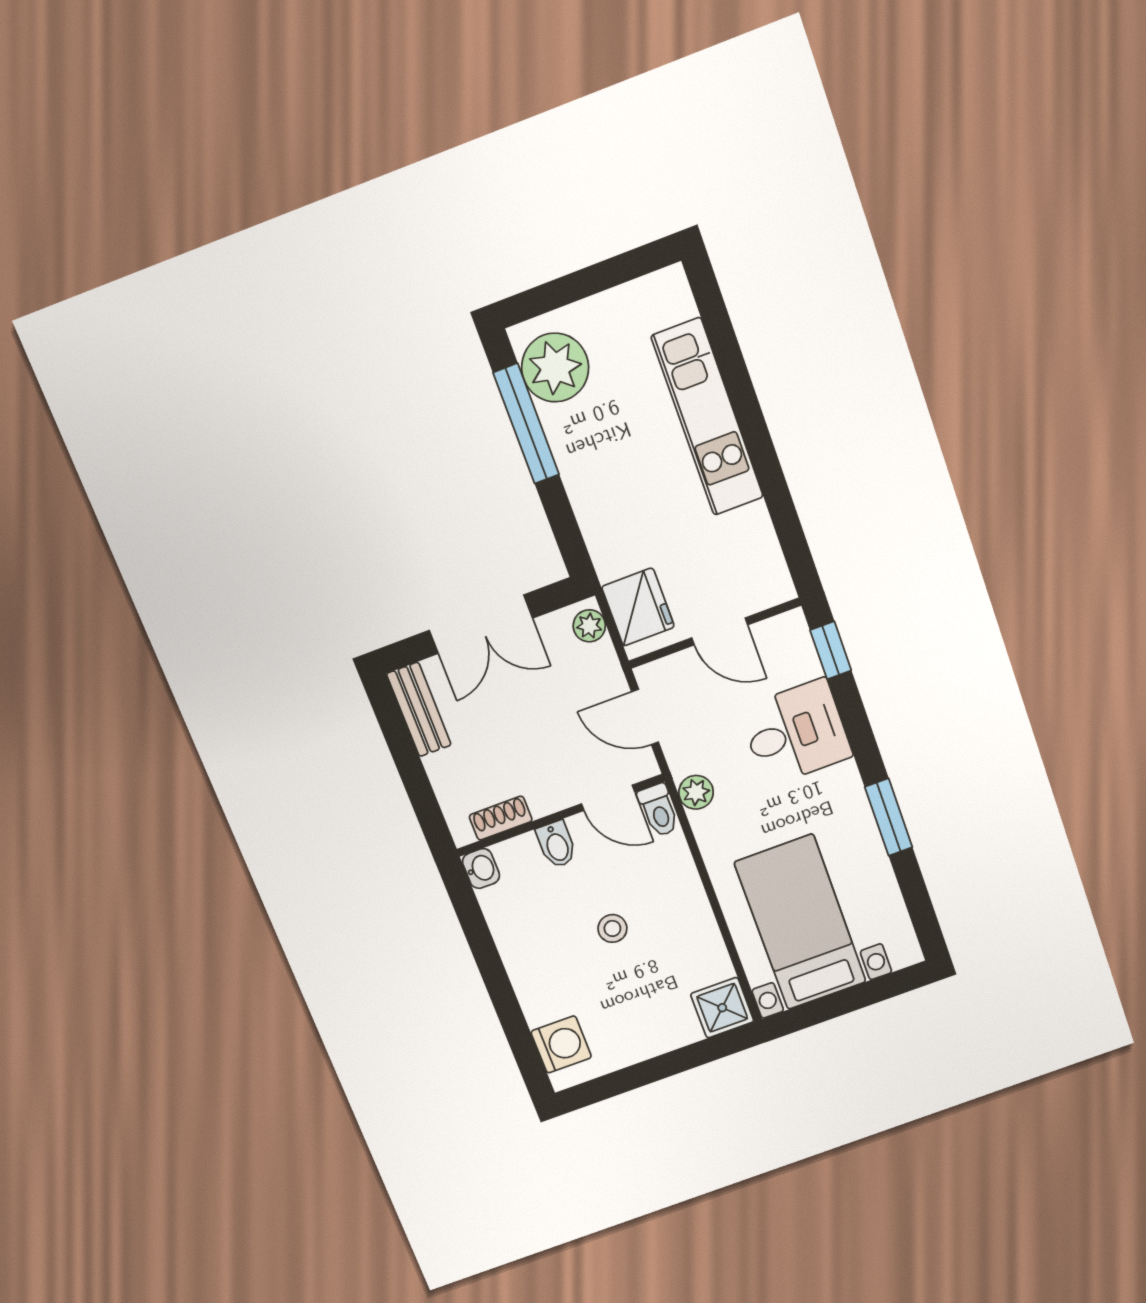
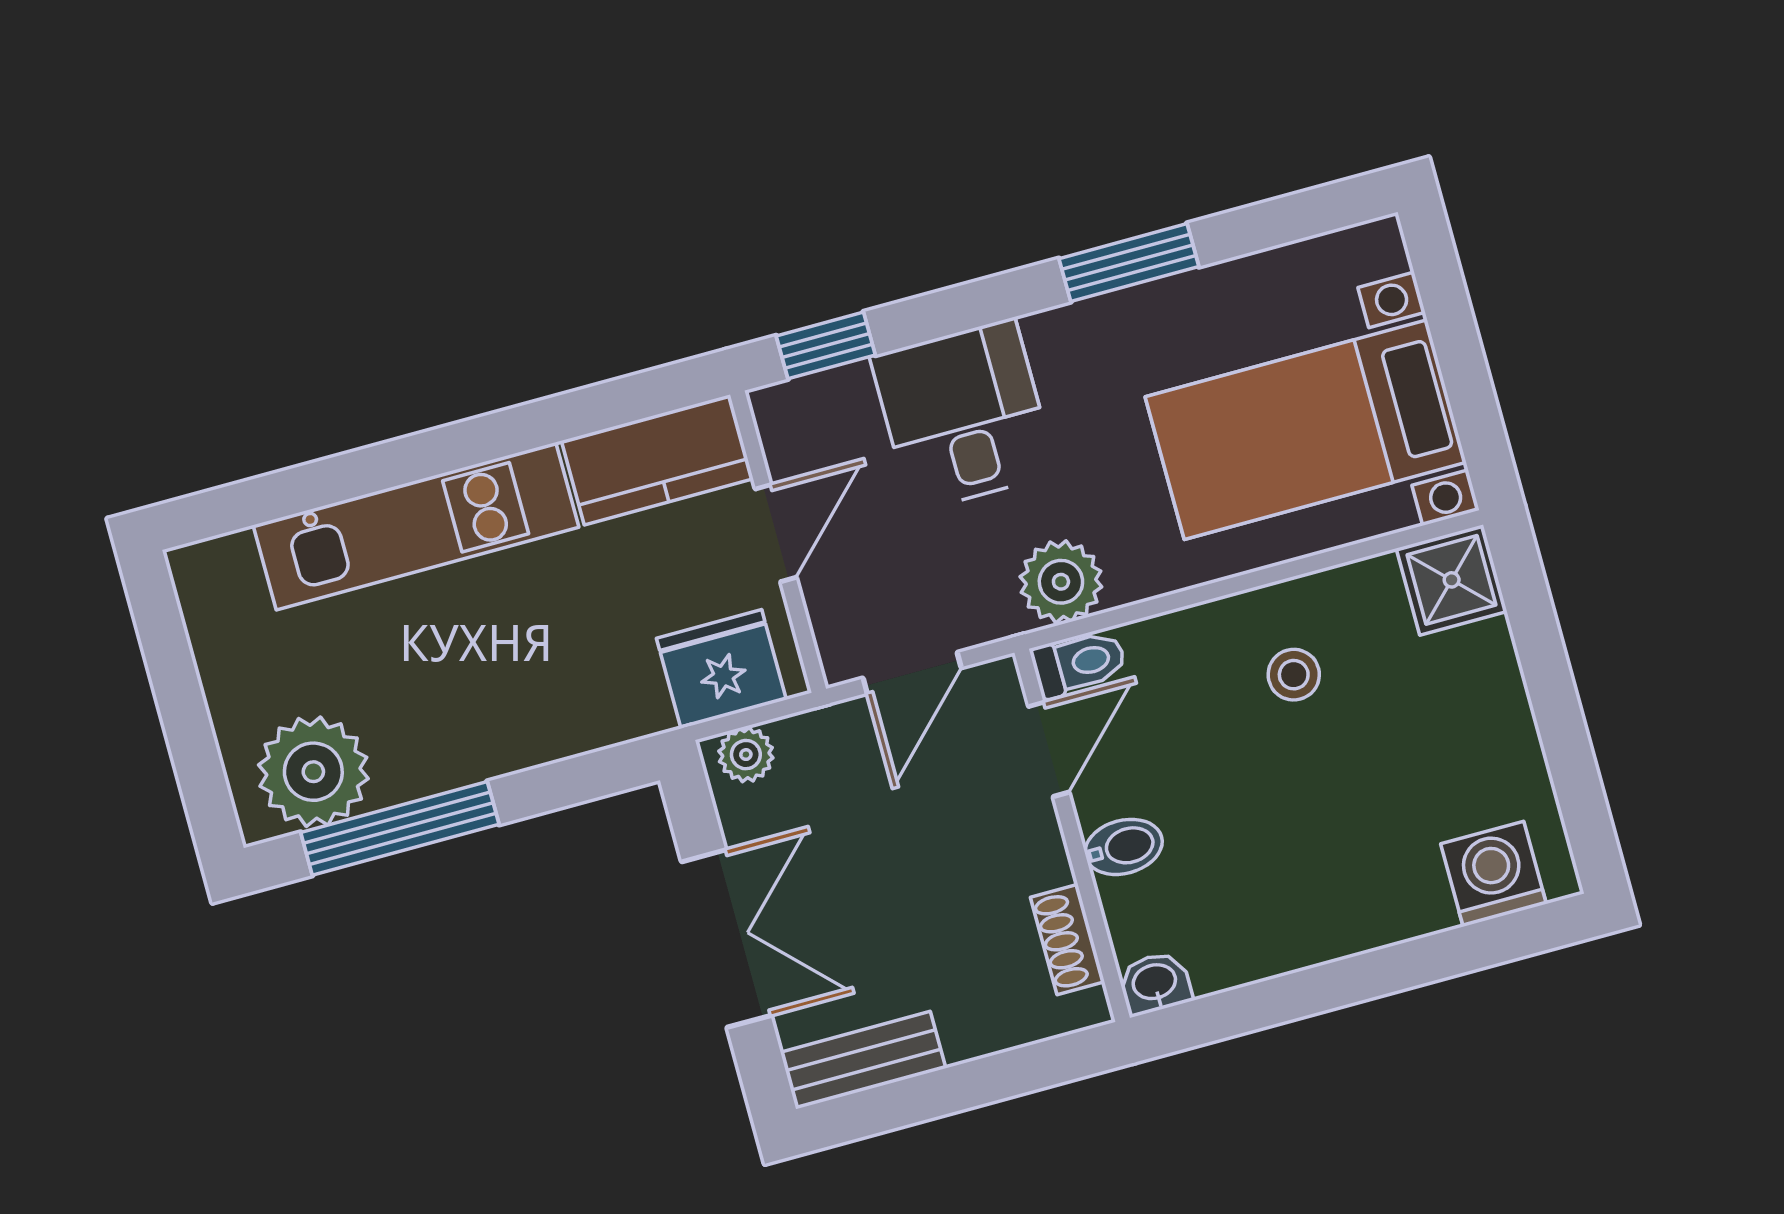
kitchen counter: (757, 558) -> (657, 460), added
plant: (696, 792) -> (1061, 582), width x1.38, depth x1.38
stool: (612, 928) -> (1294, 675), moved

